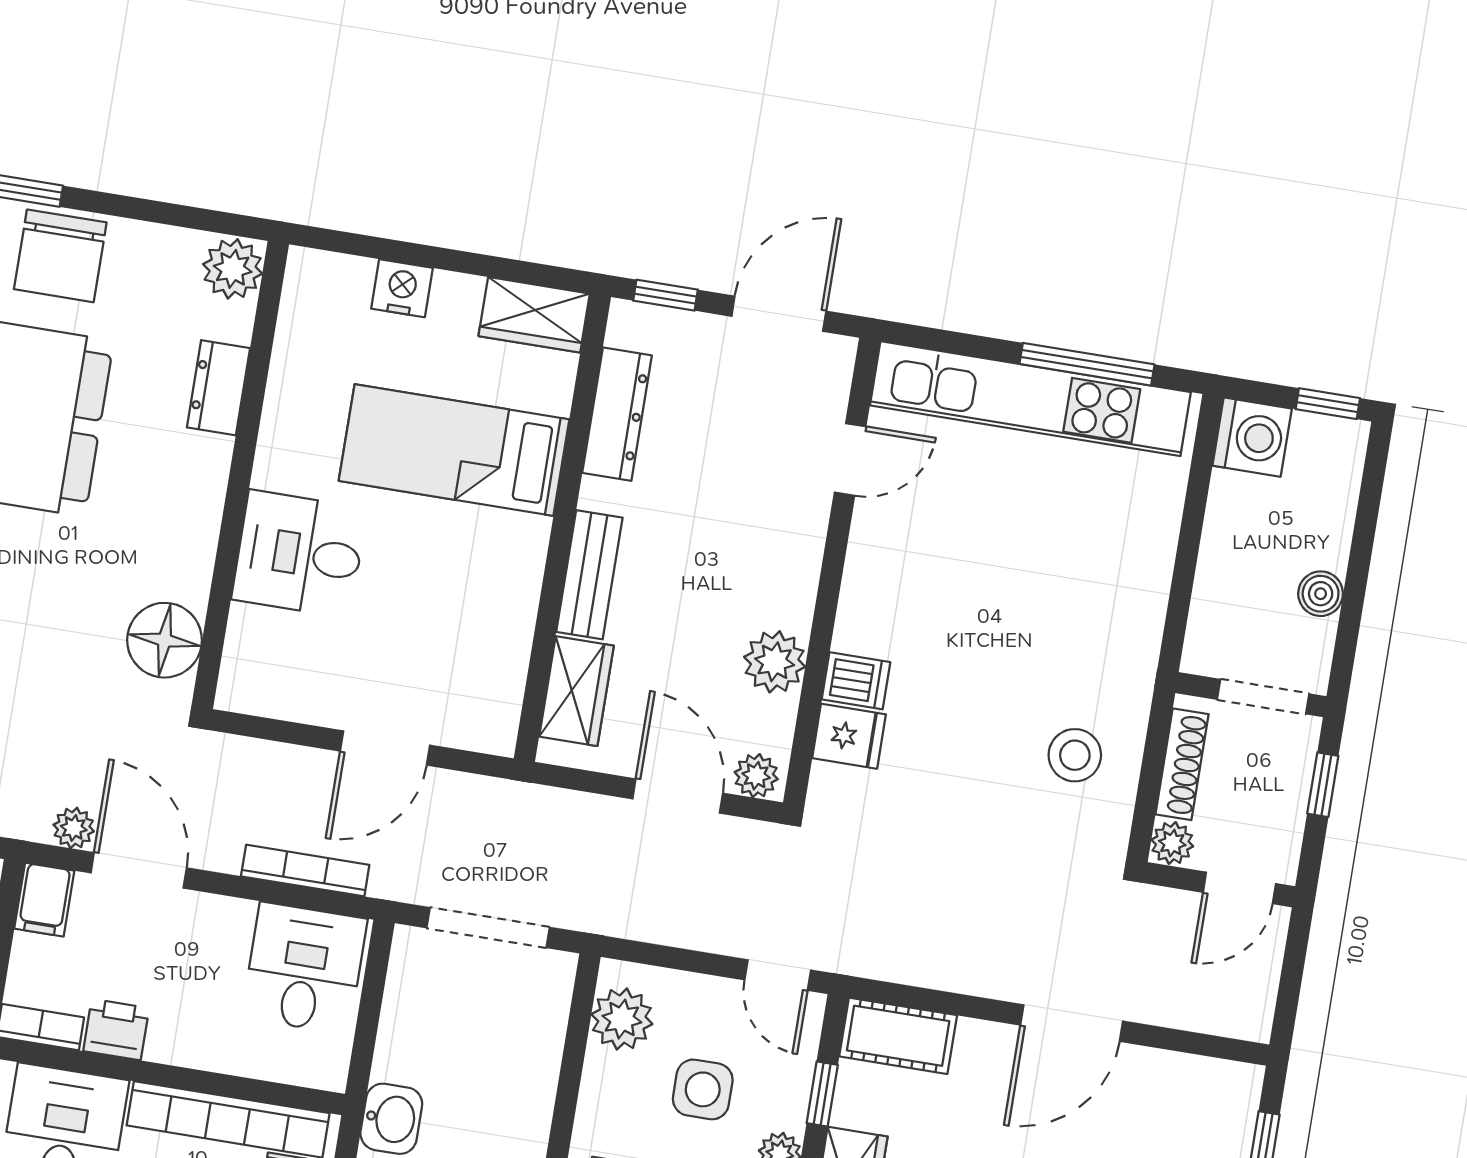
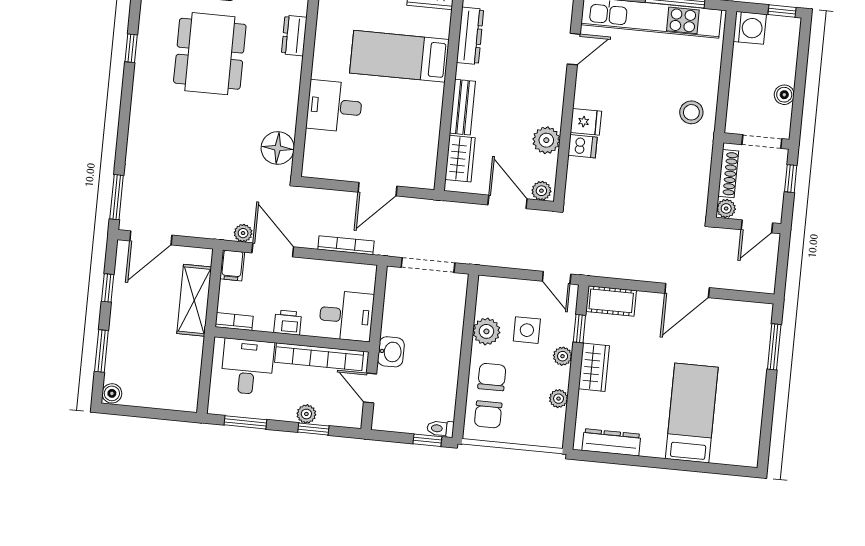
fridge: (849, 736) -> (586, 122), moved
stool: (1075, 755) -> (691, 112), moved
desk: (304, 968) -> (346, 316), moved, turned 90
plant: (622, 1019) -> (486, 331), moved
printer: (116, 1030) -> (288, 322), moved

